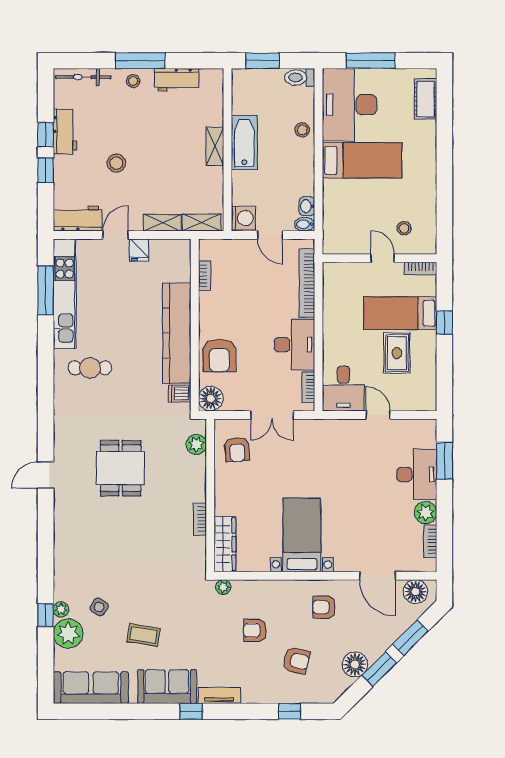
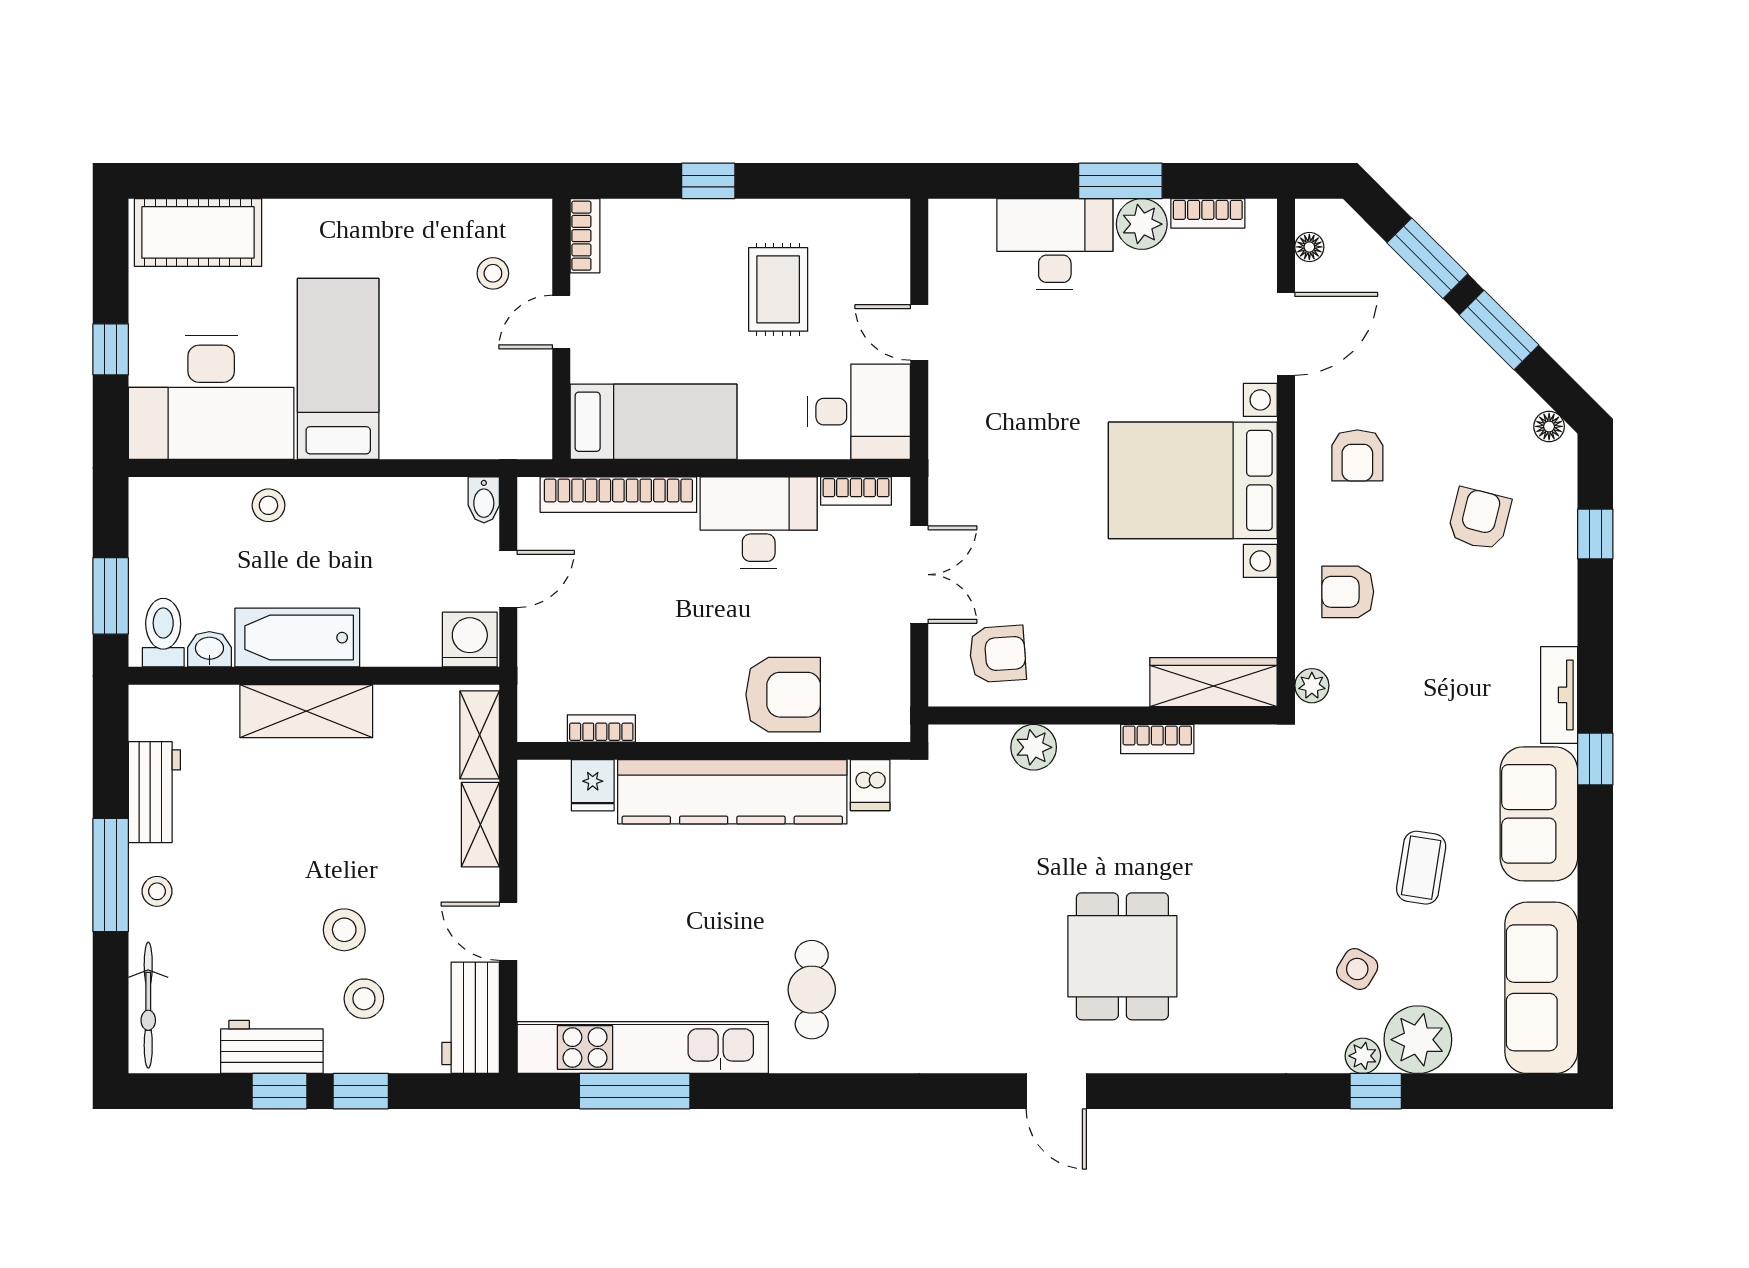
window: (371, 61) -> (111, 349), width x0.46
toilet: (300, 78) -> (163, 633), moved, turned 180
cot: (426, 99) -> (198, 232), width x1.37, depth x1.34
shelving: (215, 146) -> (306, 711), width x1.50, depth x1.33
stool: (86, 172) -> (364, 999), added
washbasin: (307, 206) -> (209, 649), moved, turned 180
fridge: (139, 250) -> (593, 785), moved, turned 90
bed: (400, 313) -> (654, 422), moved, turned -90
rug: (397, 353) -> (778, 289), turned 90
floor lamp: (211, 399) -> (882, 714), removed
door: (378, 415) -> (919, 332), hinge flipped
plant: (196, 444) -> (1034, 747), moved
window: (444, 461) -> (1120, 181), moved
dining table: (121, 468) -> (1122, 956), moved, turned 90
bed with nightstands: (302, 535) -> (1193, 480), width x1.36
floor lamp: (415, 592) -> (1309, 247), width x0.53, depth x0.53
armchair: (255, 630) -> (1348, 592), moved, turned 90
floor lamp: (355, 665) -> (1549, 426), moved, width x0.53, depth x0.53

